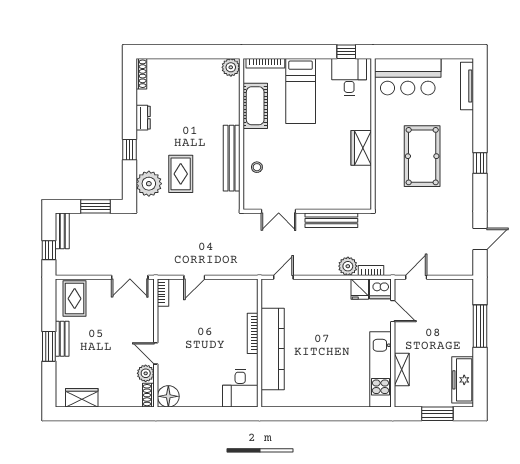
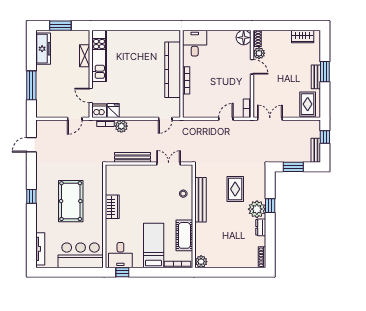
plant: (149, 184) -> (257, 209), moved

